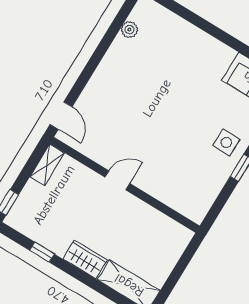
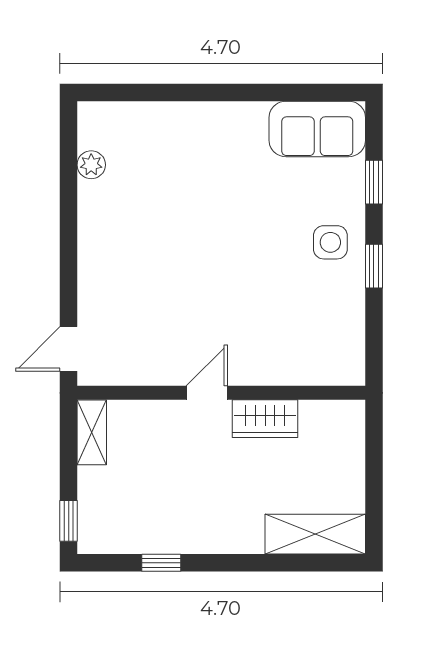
door: (61, 116) -> (69, 349), swing flipped
wardrobe: (85, 259) -> (265, 419), moved, turned 180

